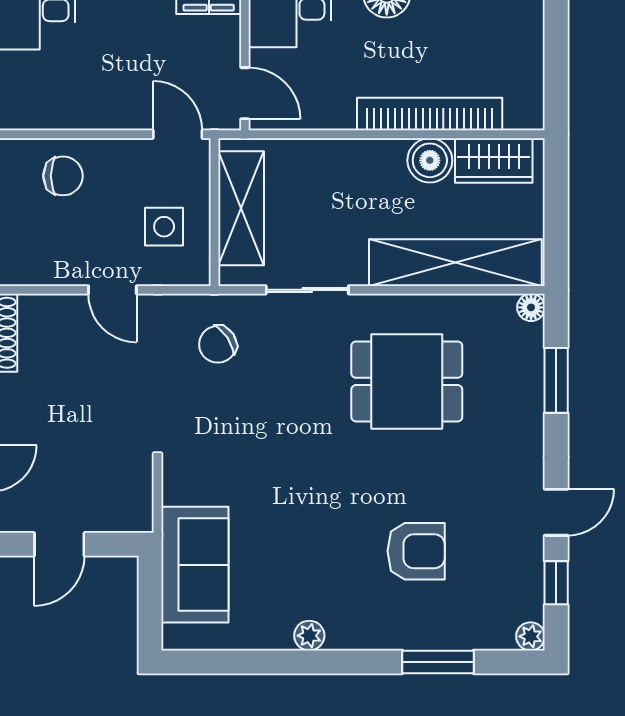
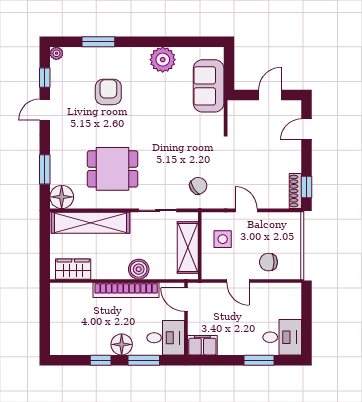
bookcase: (430, 114) -> (126, 290), moved
door: (178, 134) -> (238, 281), moved
boiler: (430, 160) -> (139, 269), moved
floor lamp: (531, 307) -> (62, 197), width x1.89, depth x1.89
armchair: (416, 551) -> (108, 92), turned 90
plant: (309, 636) -> (163, 60), width x1.88, depth x1.88

